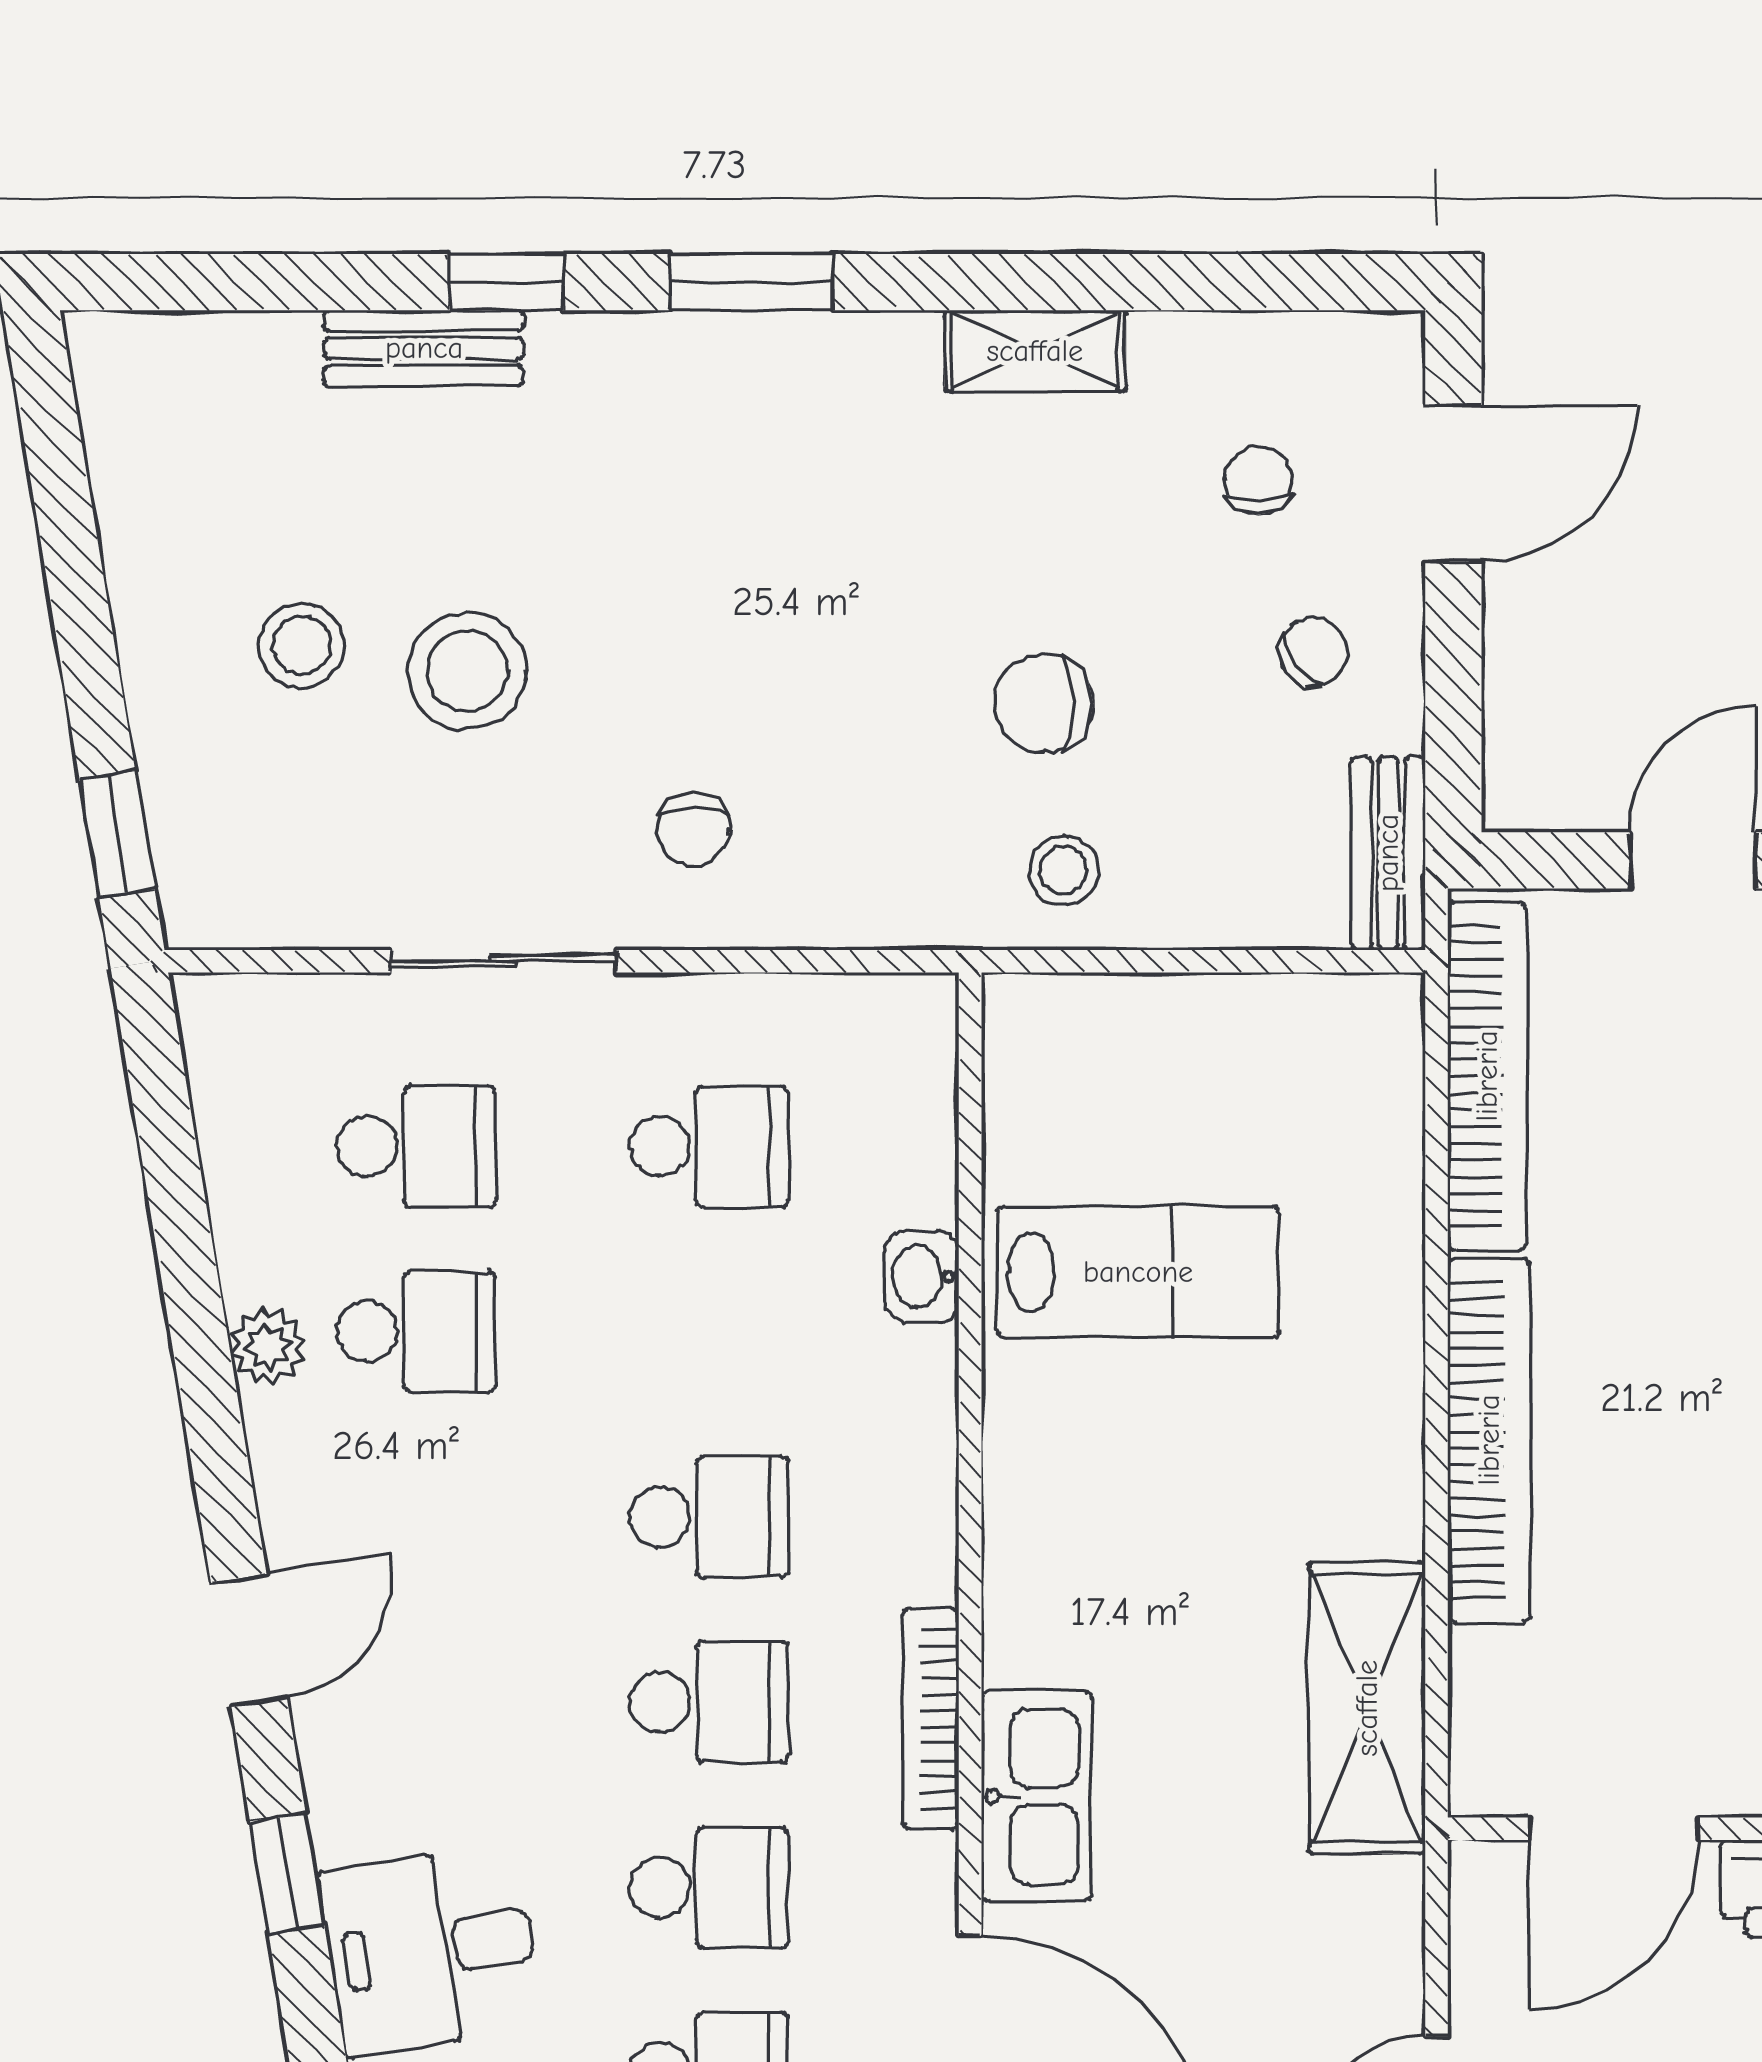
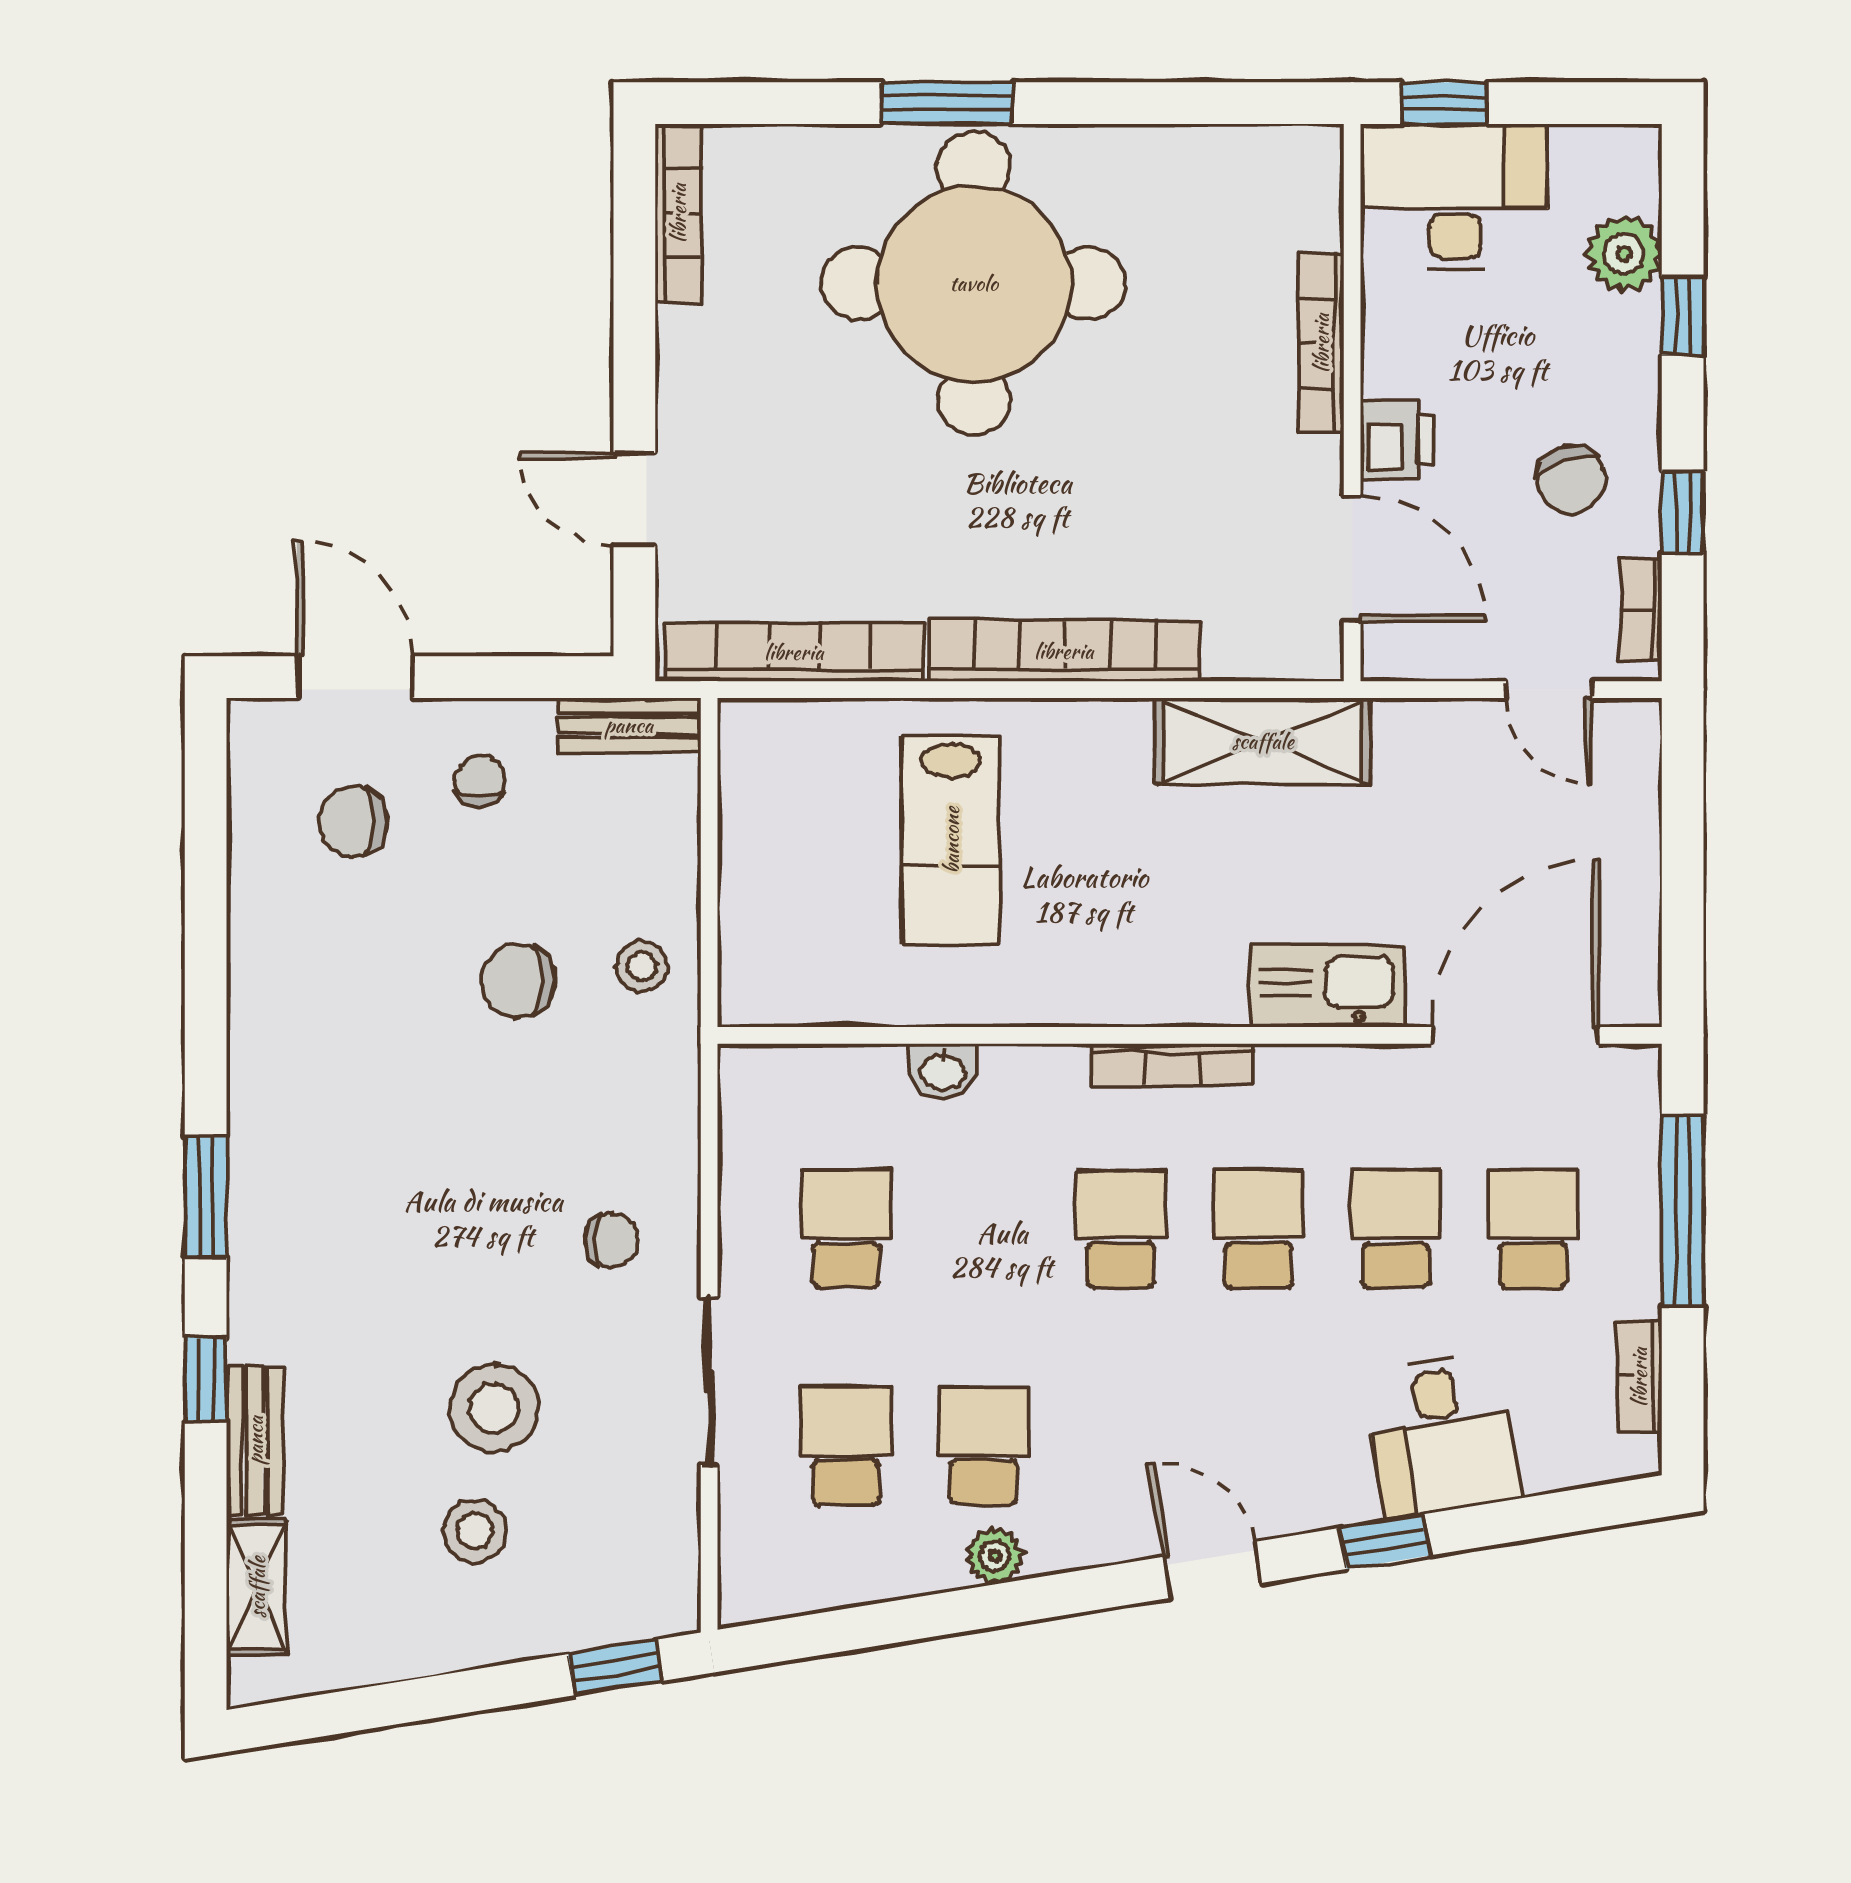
shelving: (1035, 351) -> (257, 1587), moved
chair: (1259, 481) -> (353, 822), width x1.37, depth x1.37
chair: (1313, 652) -> (480, 781), turned 37
chair: (1043, 704) -> (518, 981), turned 90
lab bench: (1138, 1272) -> (951, 840), moved, turned 180
bookcase: (931, 1719) -> (1172, 1065), moved

